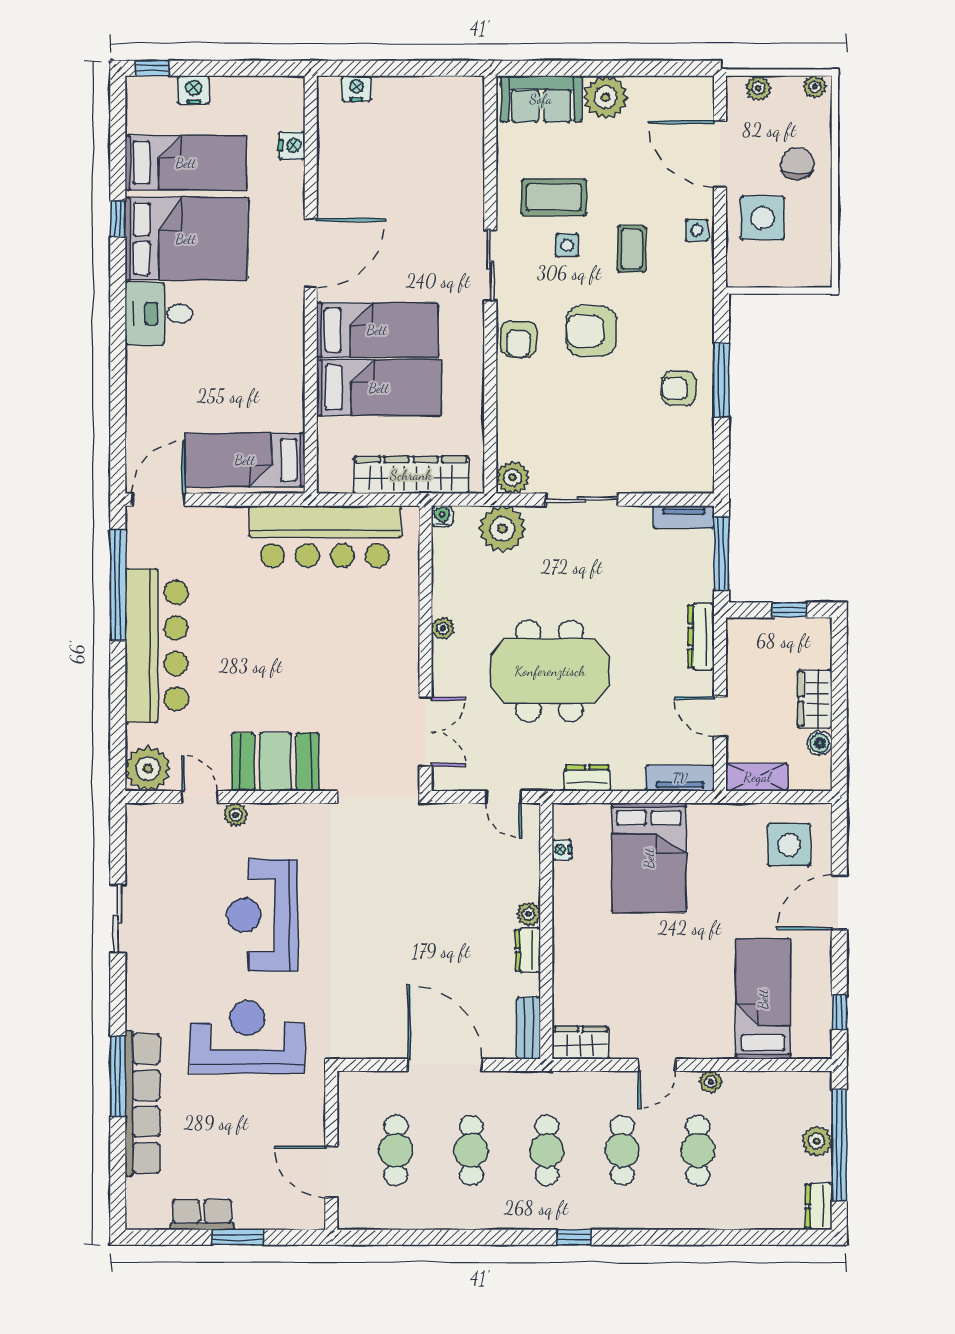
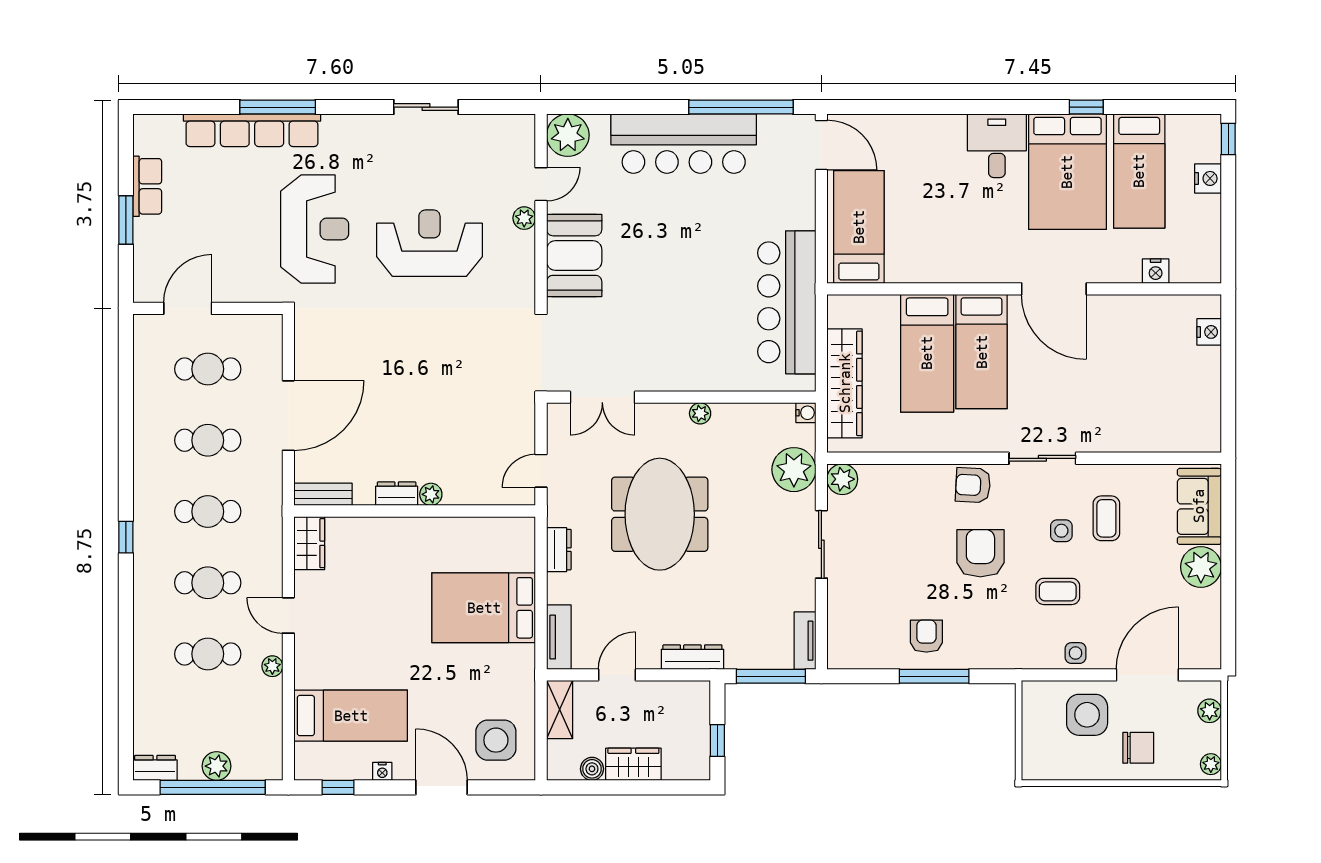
coffee table: (554, 197) -> (1106, 518), width x0.73, depth x0.77
nightstand: (562, 850) -> (382, 771), moved, turned 180

